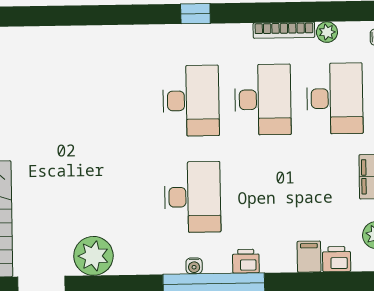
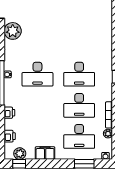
filing cabinet: (309, 257) -> (11, 124), removed
printer: (246, 261) -> (9, 113), moved

